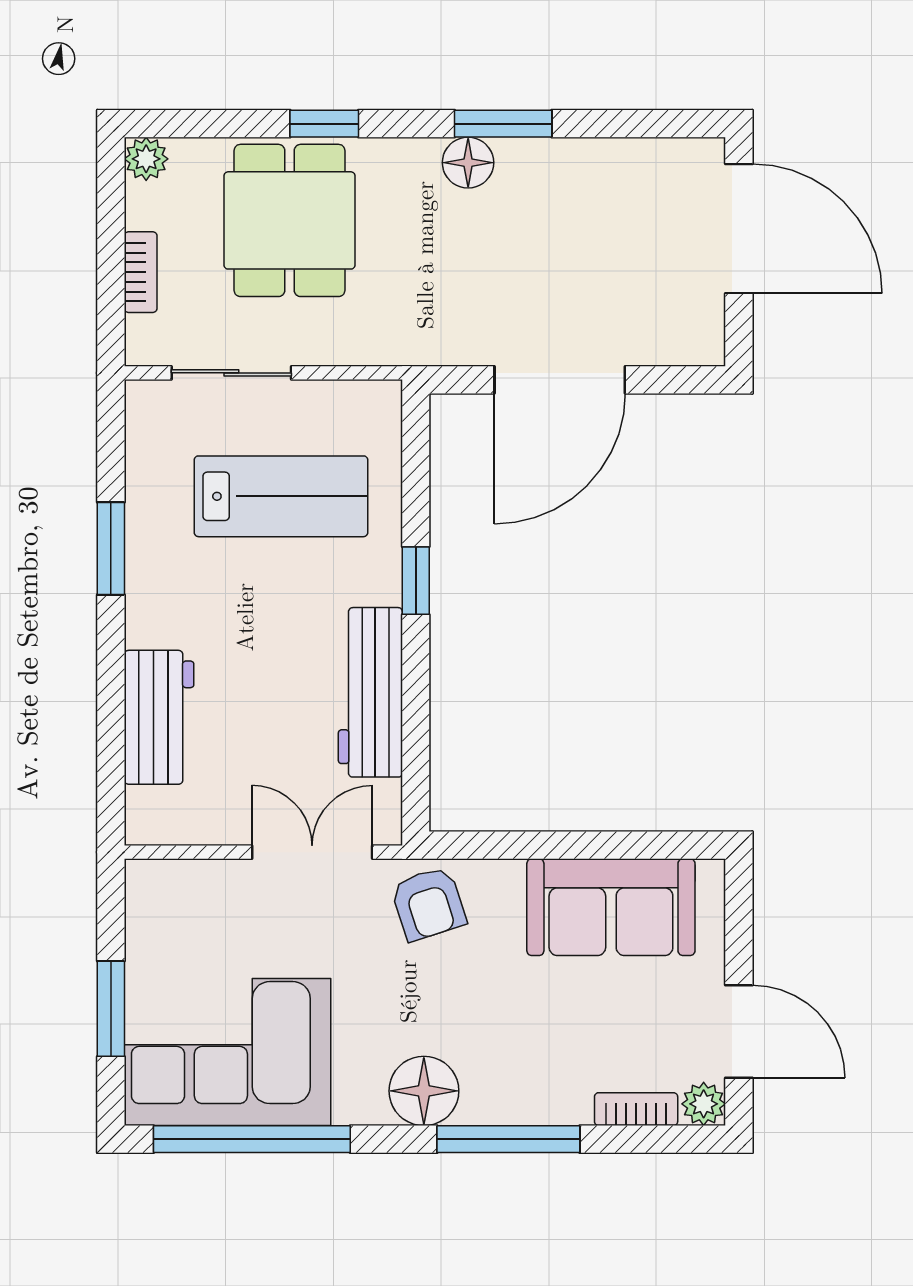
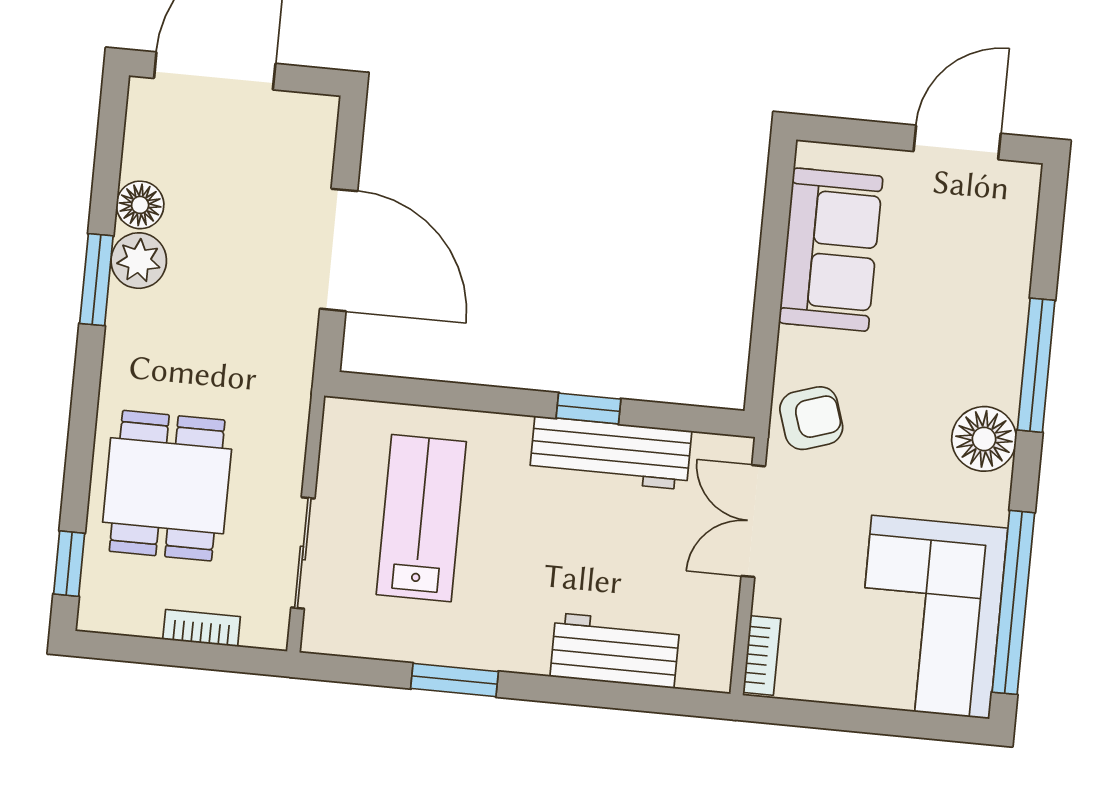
window: (324, 124) -> (69, 564), moved
plant: (146, 159) -> (139, 261), moved, width x1.38, depth x1.38
floor lamp: (468, 163) -> (140, 205), moved
dining table: (290, 220) -> (167, 486), turned 90
window: (416, 581) -> (589, 408), moved
window: (111, 1009) -> (880, 721), removed
plant: (704, 1104) -> (1021, 181), removed
bookcase: (636, 1109) -> (762, 655), moved, turned 180

